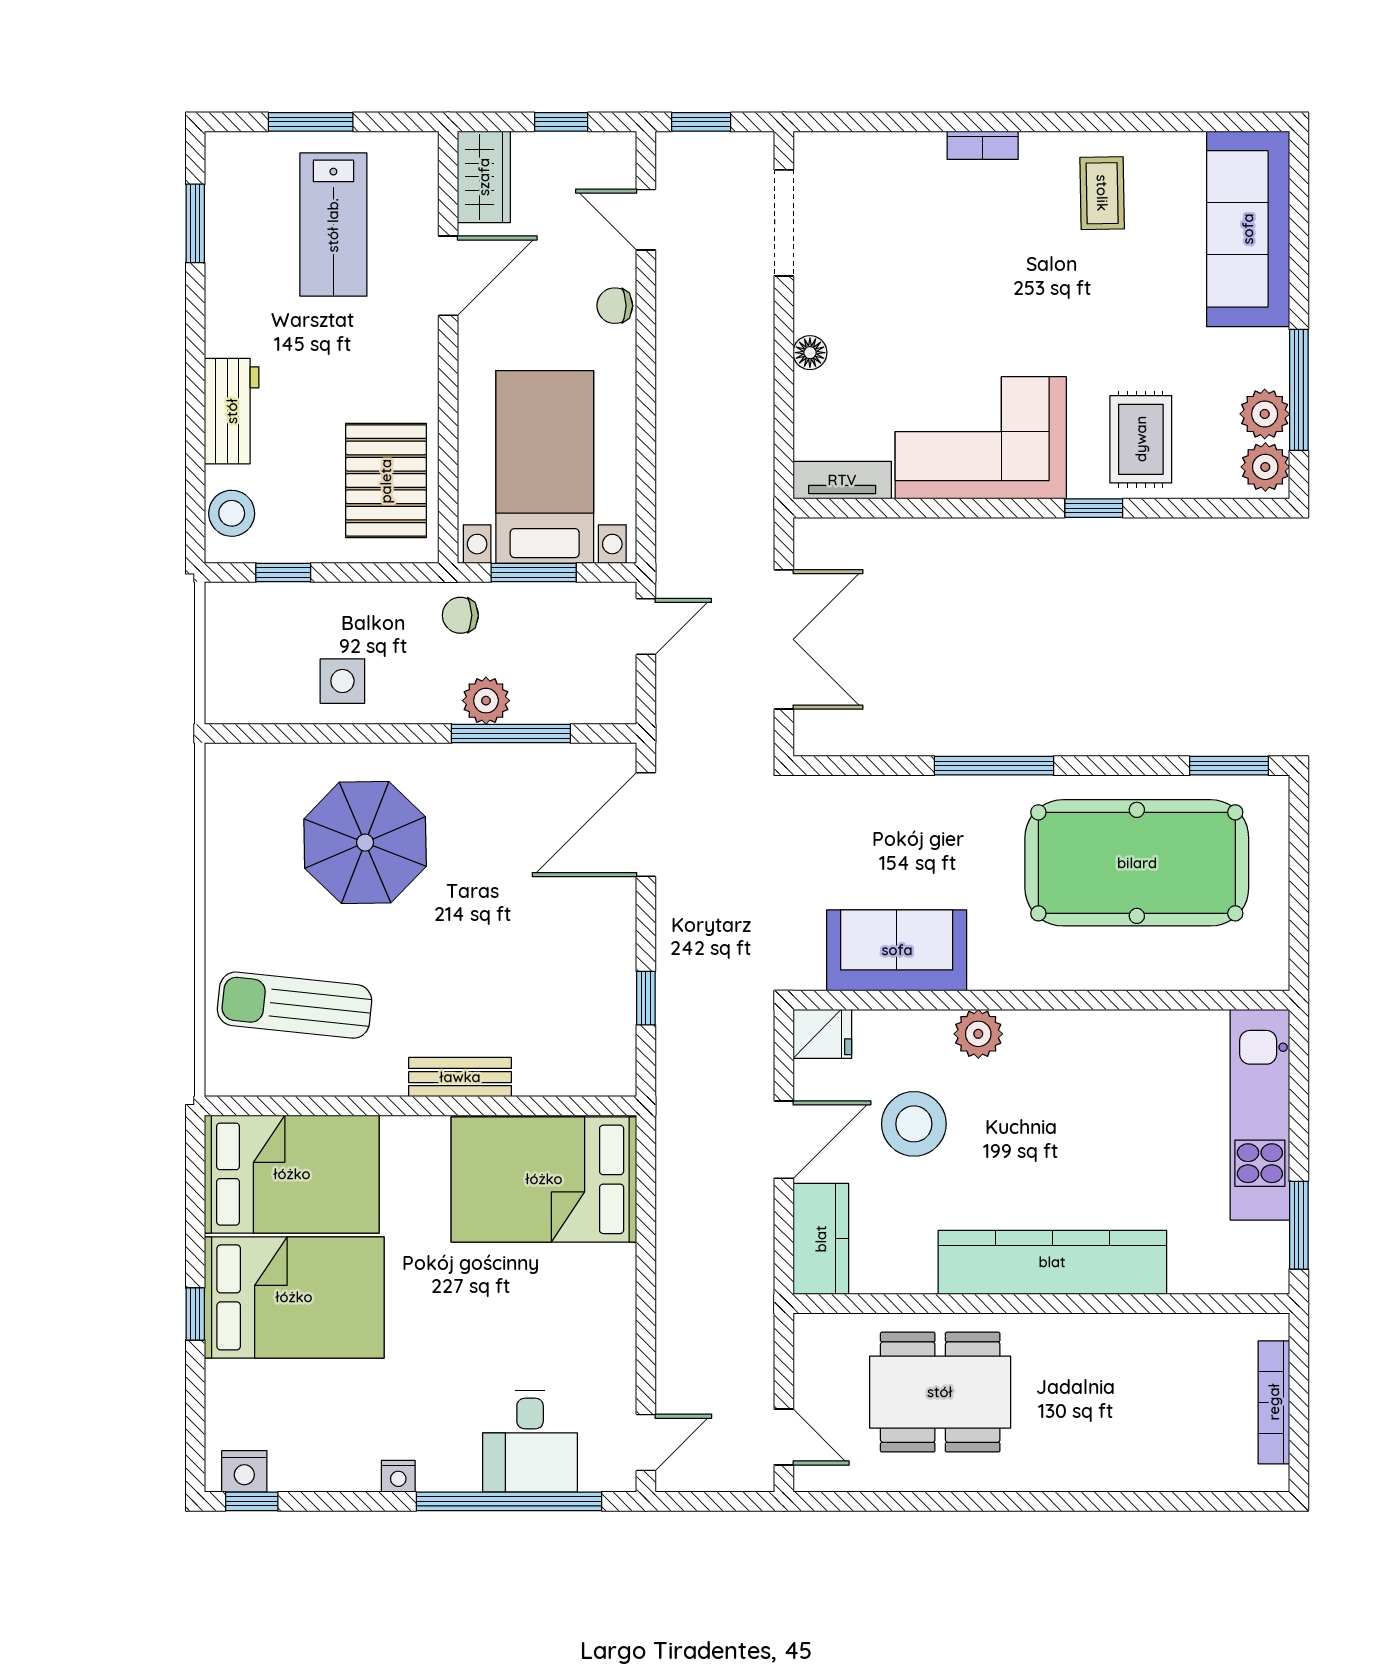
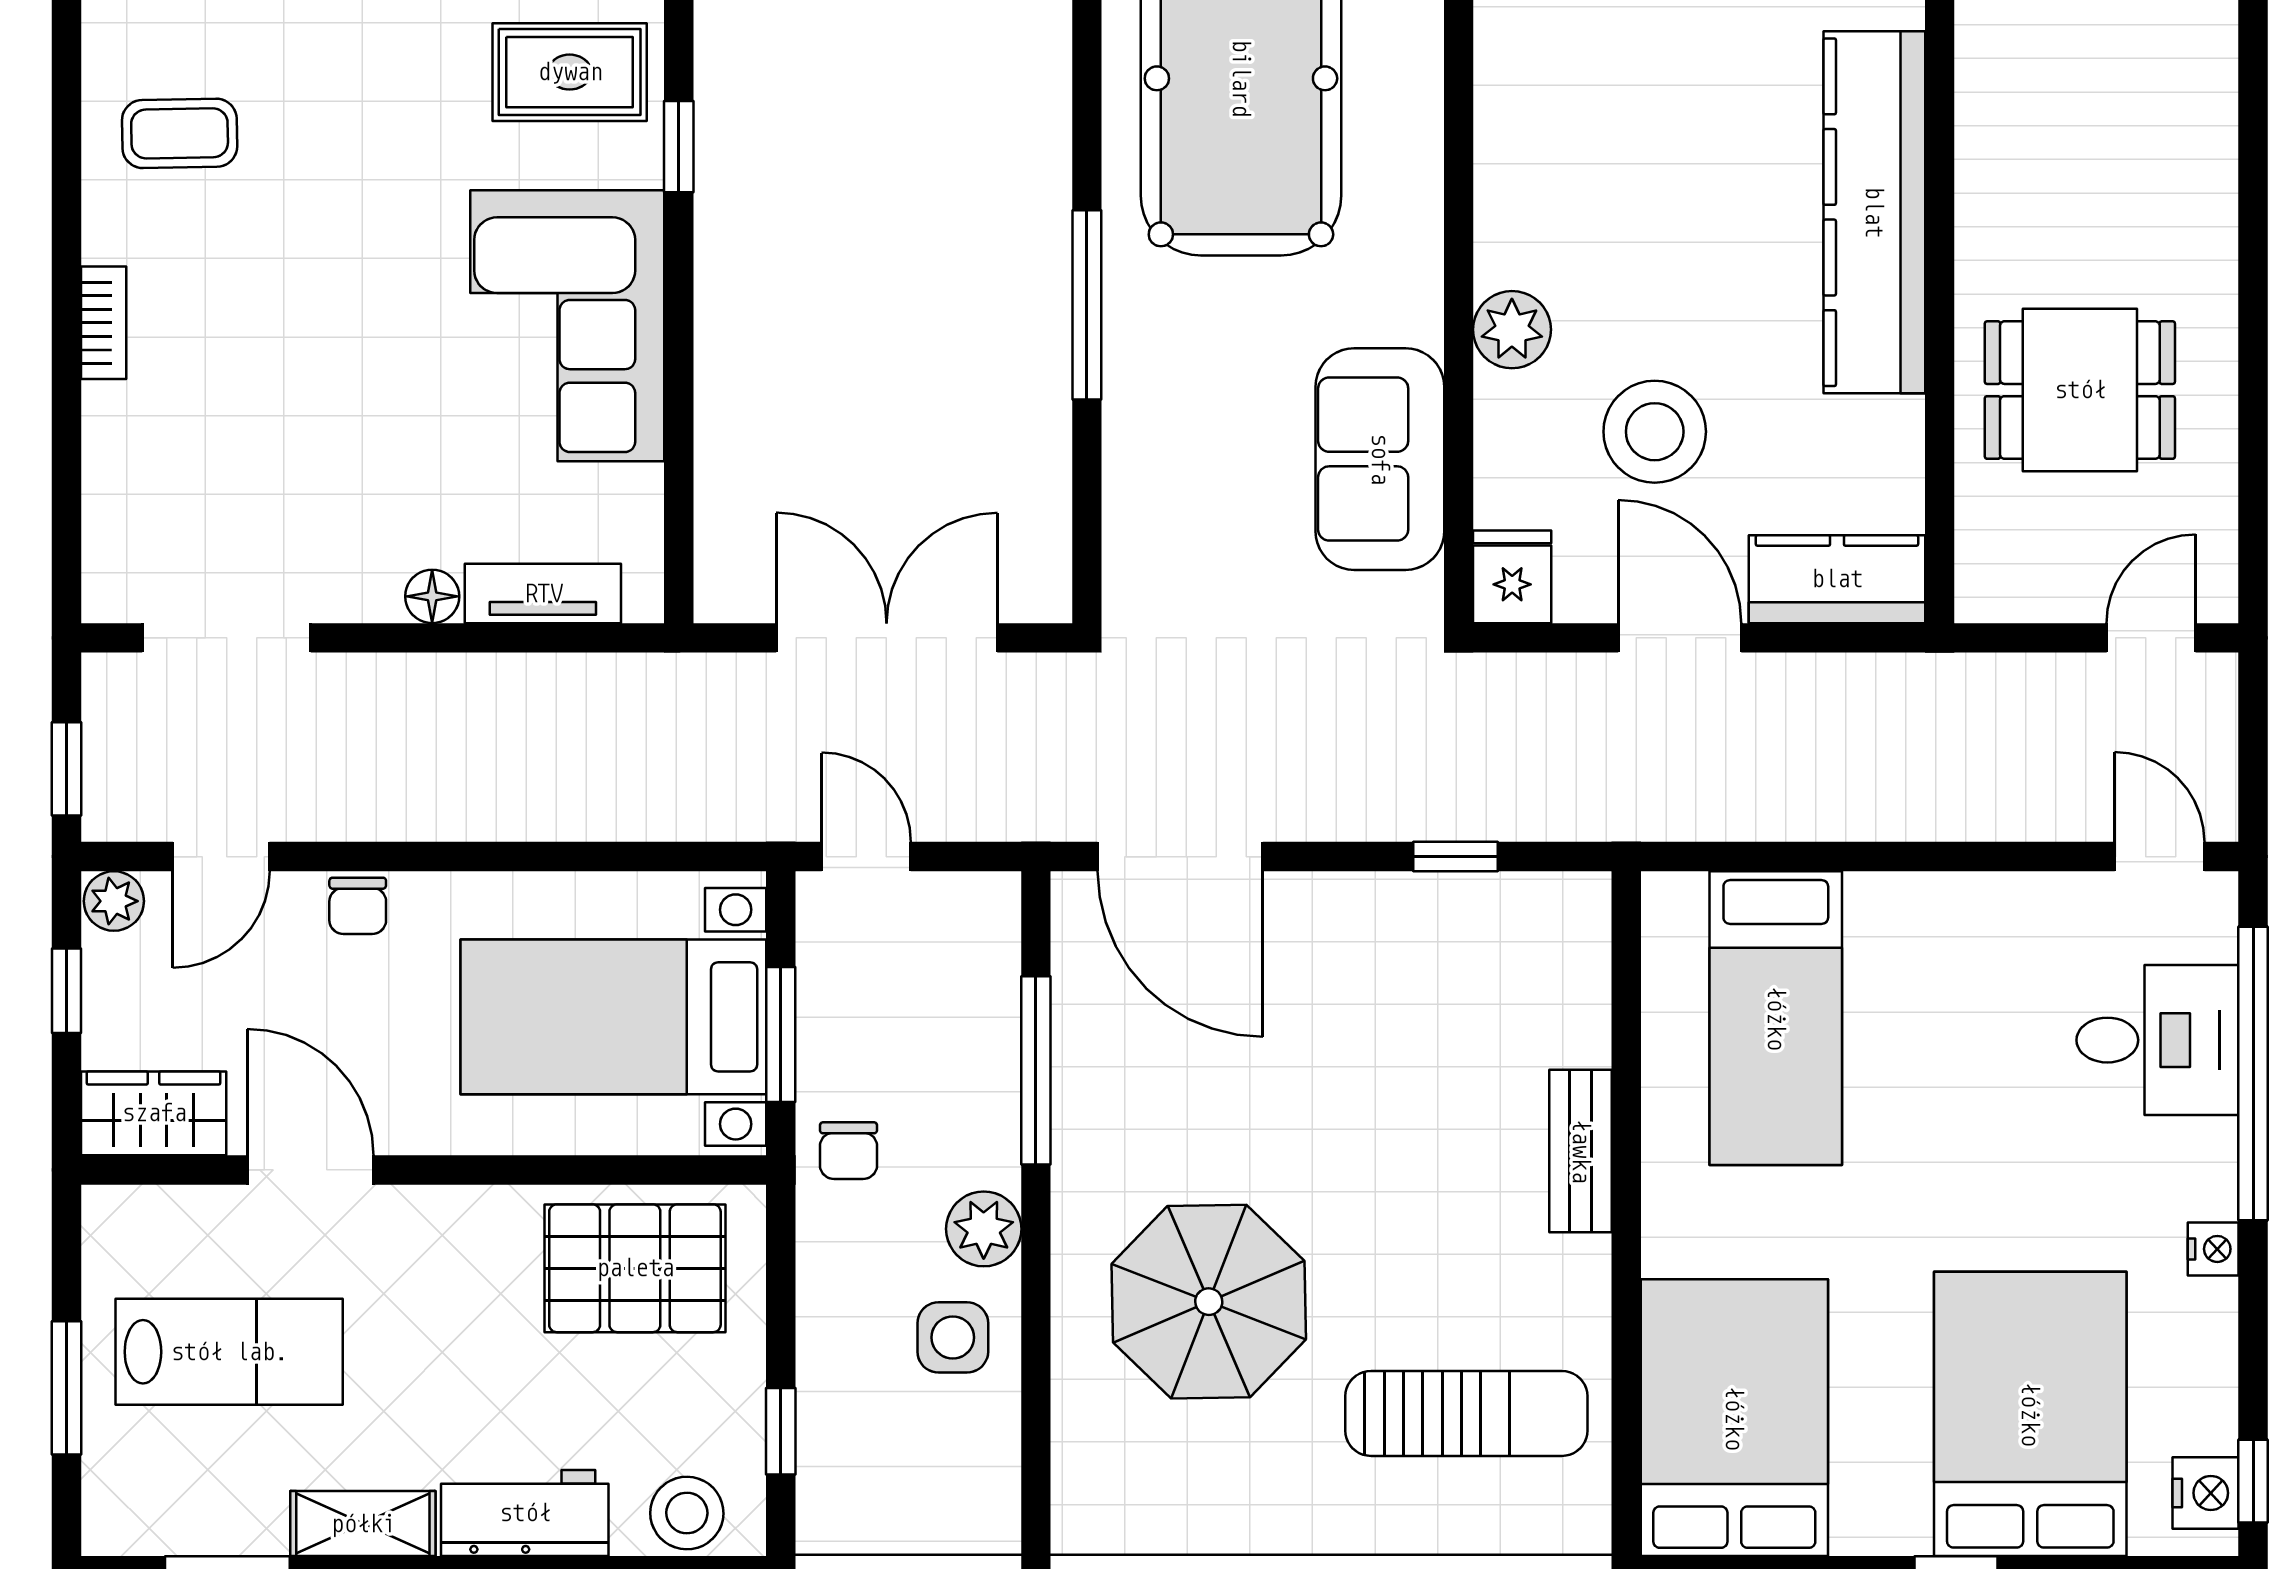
plant: (618, 152) -> (114, 901), added
shelving: (225, 309) -> (363, 1524), added
tv unit: (842, 480) -> (543, 594), moved, turned 90
plant: (486, 701) -> (984, 1229), moved
sun lounger: (295, 1005) -> (1466, 1413), turned -96
bed: (544, 1179) -> (1776, 1018), width x0.67
bed: (294, 1297) -> (2030, 1414), moved
dining table: (940, 1392) -> (2080, 390), width x0.73

